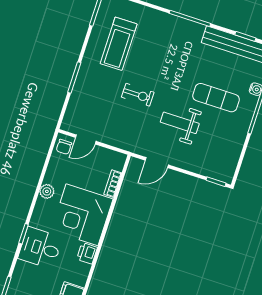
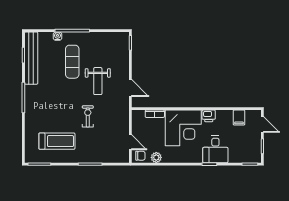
plant: (47, 191) -> (156, 157), moved

